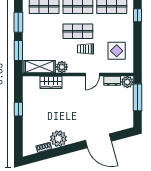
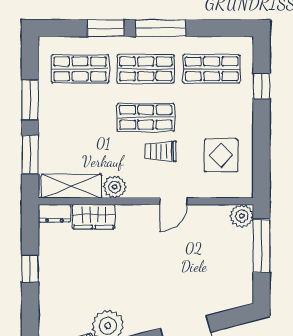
dresser: (112, 81) -> (54, 213), moved

